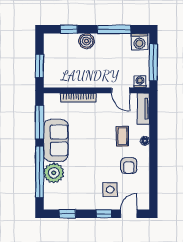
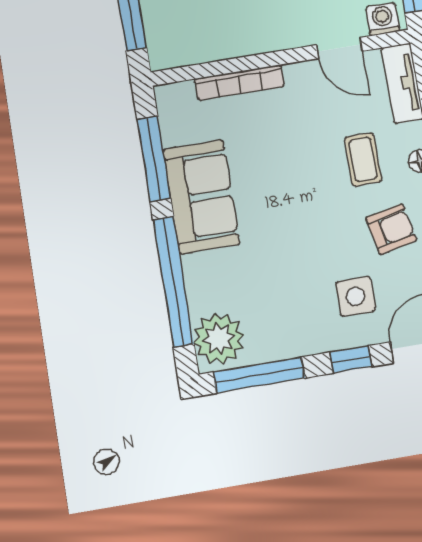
armchair: (129, 166) -> (391, 229), turned -102
plant: (54, 173) -> (219, 339), moved
window: (67, 214) -> (259, 375), width x2.17

